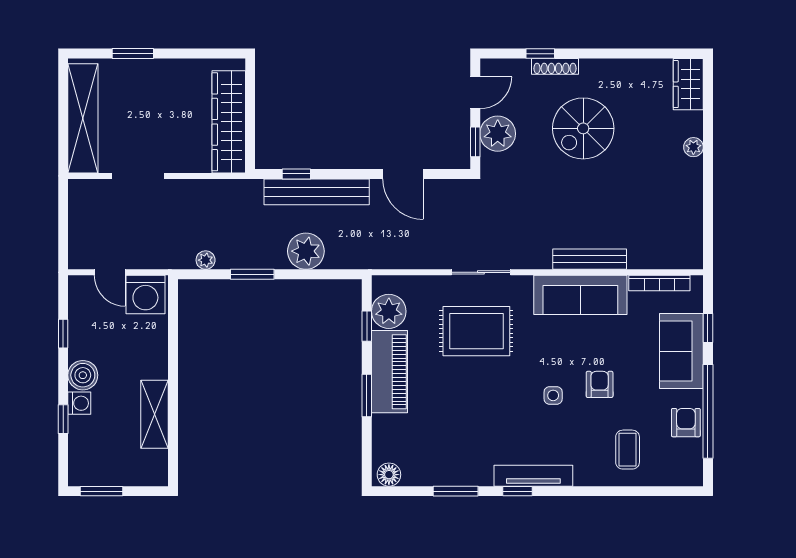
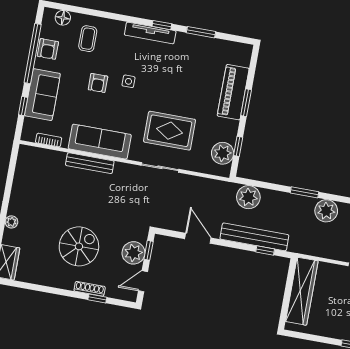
plant: (306, 251) -> (248, 197), moved
plant: (206, 260) -> (326, 211), width x1.88, depth x1.88
bookcase: (659, 283) -> (49, 140), width x0.64
piano: (390, 372) -> (233, 92), moved
floor lamp: (389, 475) -> (63, 18), moved

